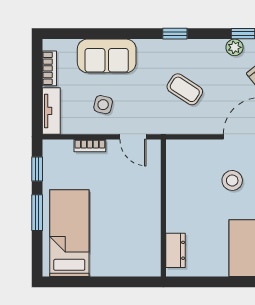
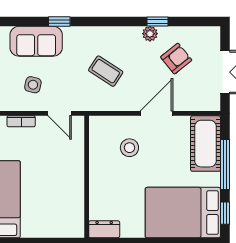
window: (175, 34) -> (59, 22), moved
stool: (232, 180) -> (129, 148), moved
dresser: (176, 250) -> (104, 229), moved, turned -90

